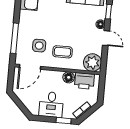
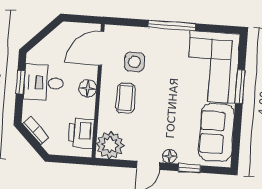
window: (15, 38) -> (172, 25), moved
door: (30, 67) -> (101, 48), hinge flipped
floor lamp: (69, 77) -> (88, 88), moved
window: (64, 121) -> (20, 82), moved

